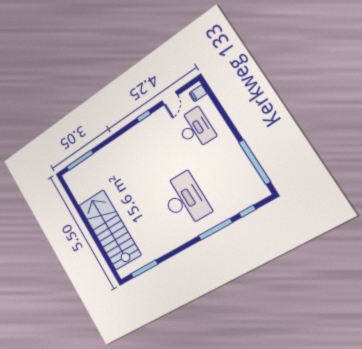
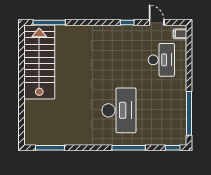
door: (170, 98) -> (157, 23), swing flipped
window: (247, 211) -> (173, 148), moved
stairs: (110, 230) -> (39, 62), moved

